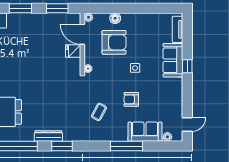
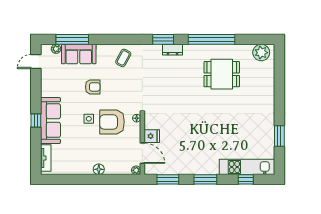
floor lamp: (115, 18) -> (99, 169), moved
armchair: (114, 42) -> (112, 122), moved
sofa: (173, 60) -> (50, 121), width x1.36
coffee table: (99, 112) -> (123, 58), moved
dresser: (48, 136) -> (173, 50), width x0.70
window: (127, 146) -> (72, 39), moved

